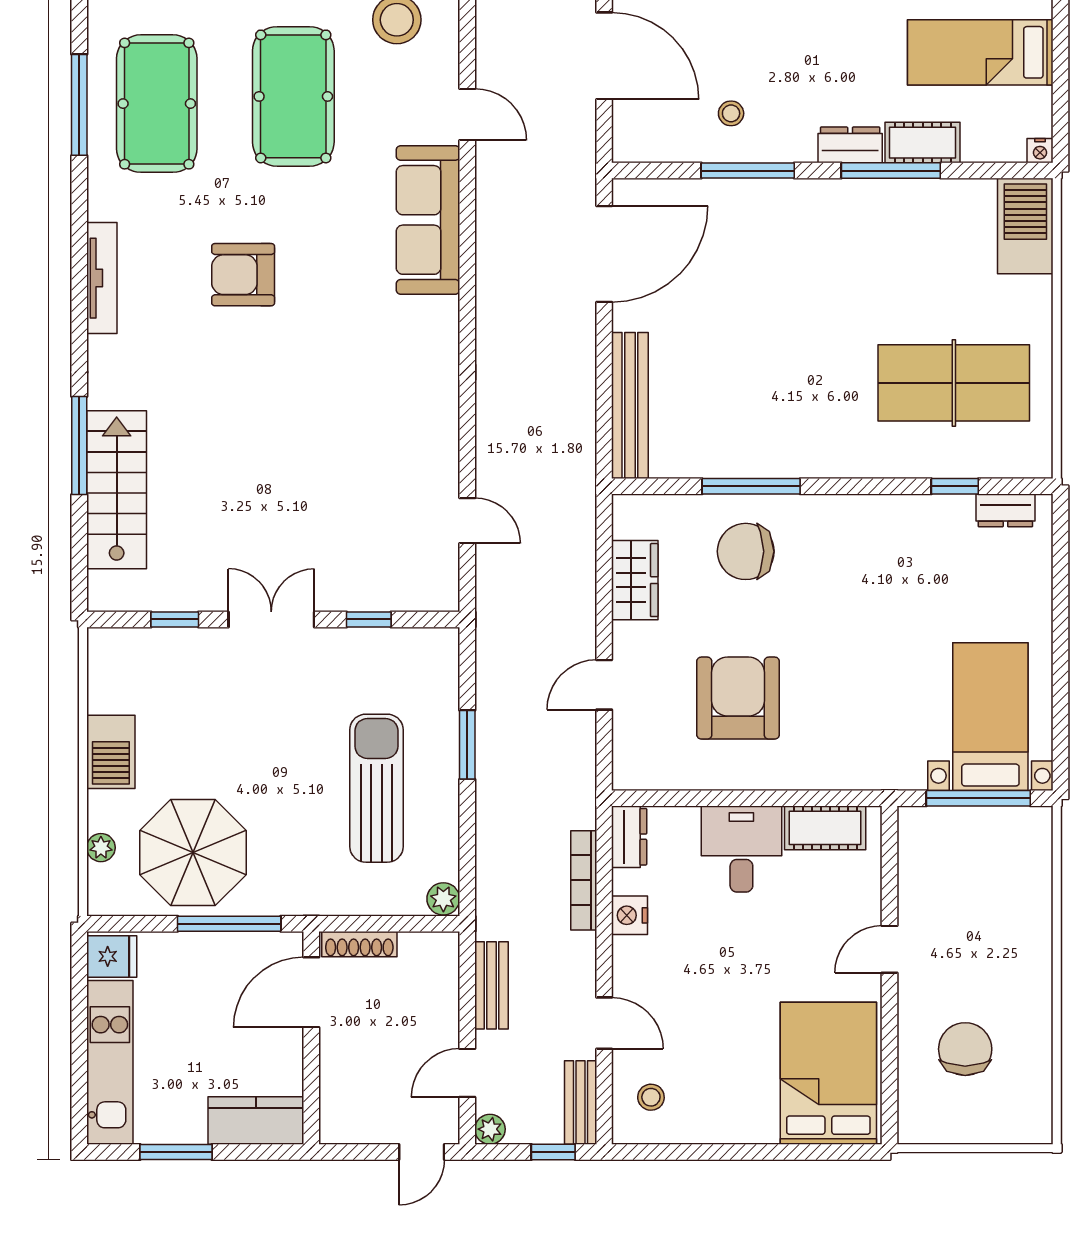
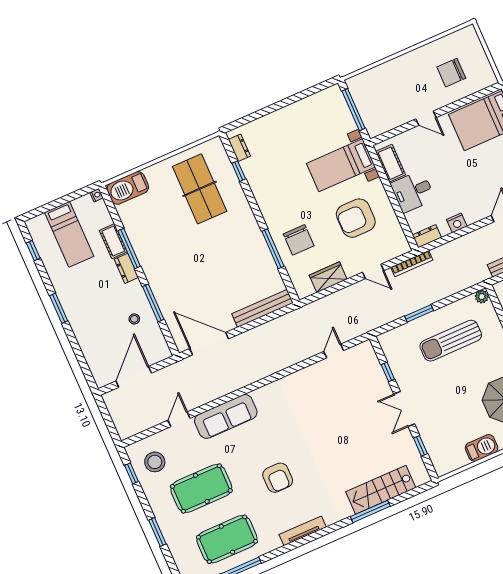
bed with nightstands: (990, 717) -> (341, 165), moved
bookcase: (584, 880) -> (412, 264), moved

